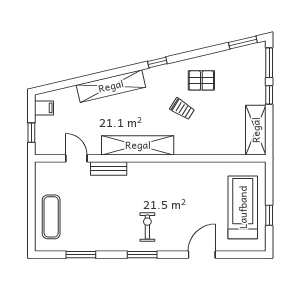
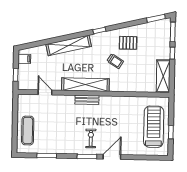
bench: (109, 169) -> (87, 100), moved
door: (202, 255) -> (112, 157), moved

